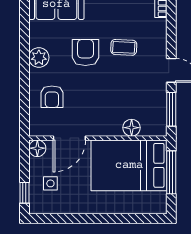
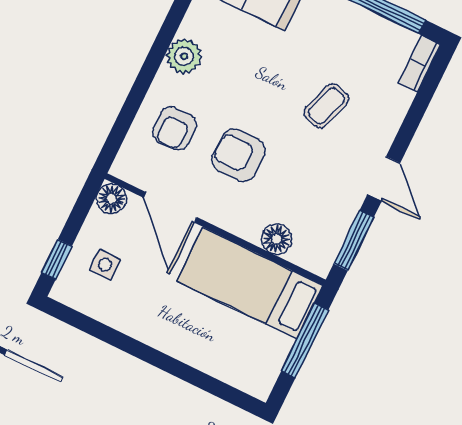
coffee table: (124, 47) -> (326, 106), turned -74
armchair: (85, 52) -> (239, 155), moved, turned -90
door: (69, 138) -> (170, 207), hinge flipped
bed: (129, 165) -> (250, 283), width x0.67

